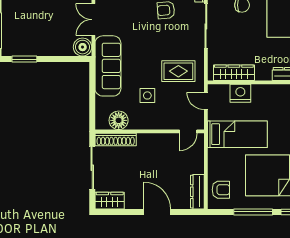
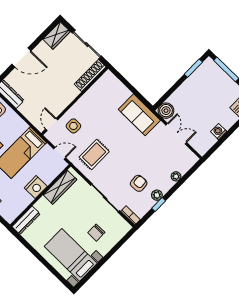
sofa: (108, 66) -> (139, 115), width x0.73
nightstand: (240, 93) -> (36, 187), moved
side table: (147, 95) -> (73, 126), moved
floor lamp: (119, 120) -> (100, 89), removed

